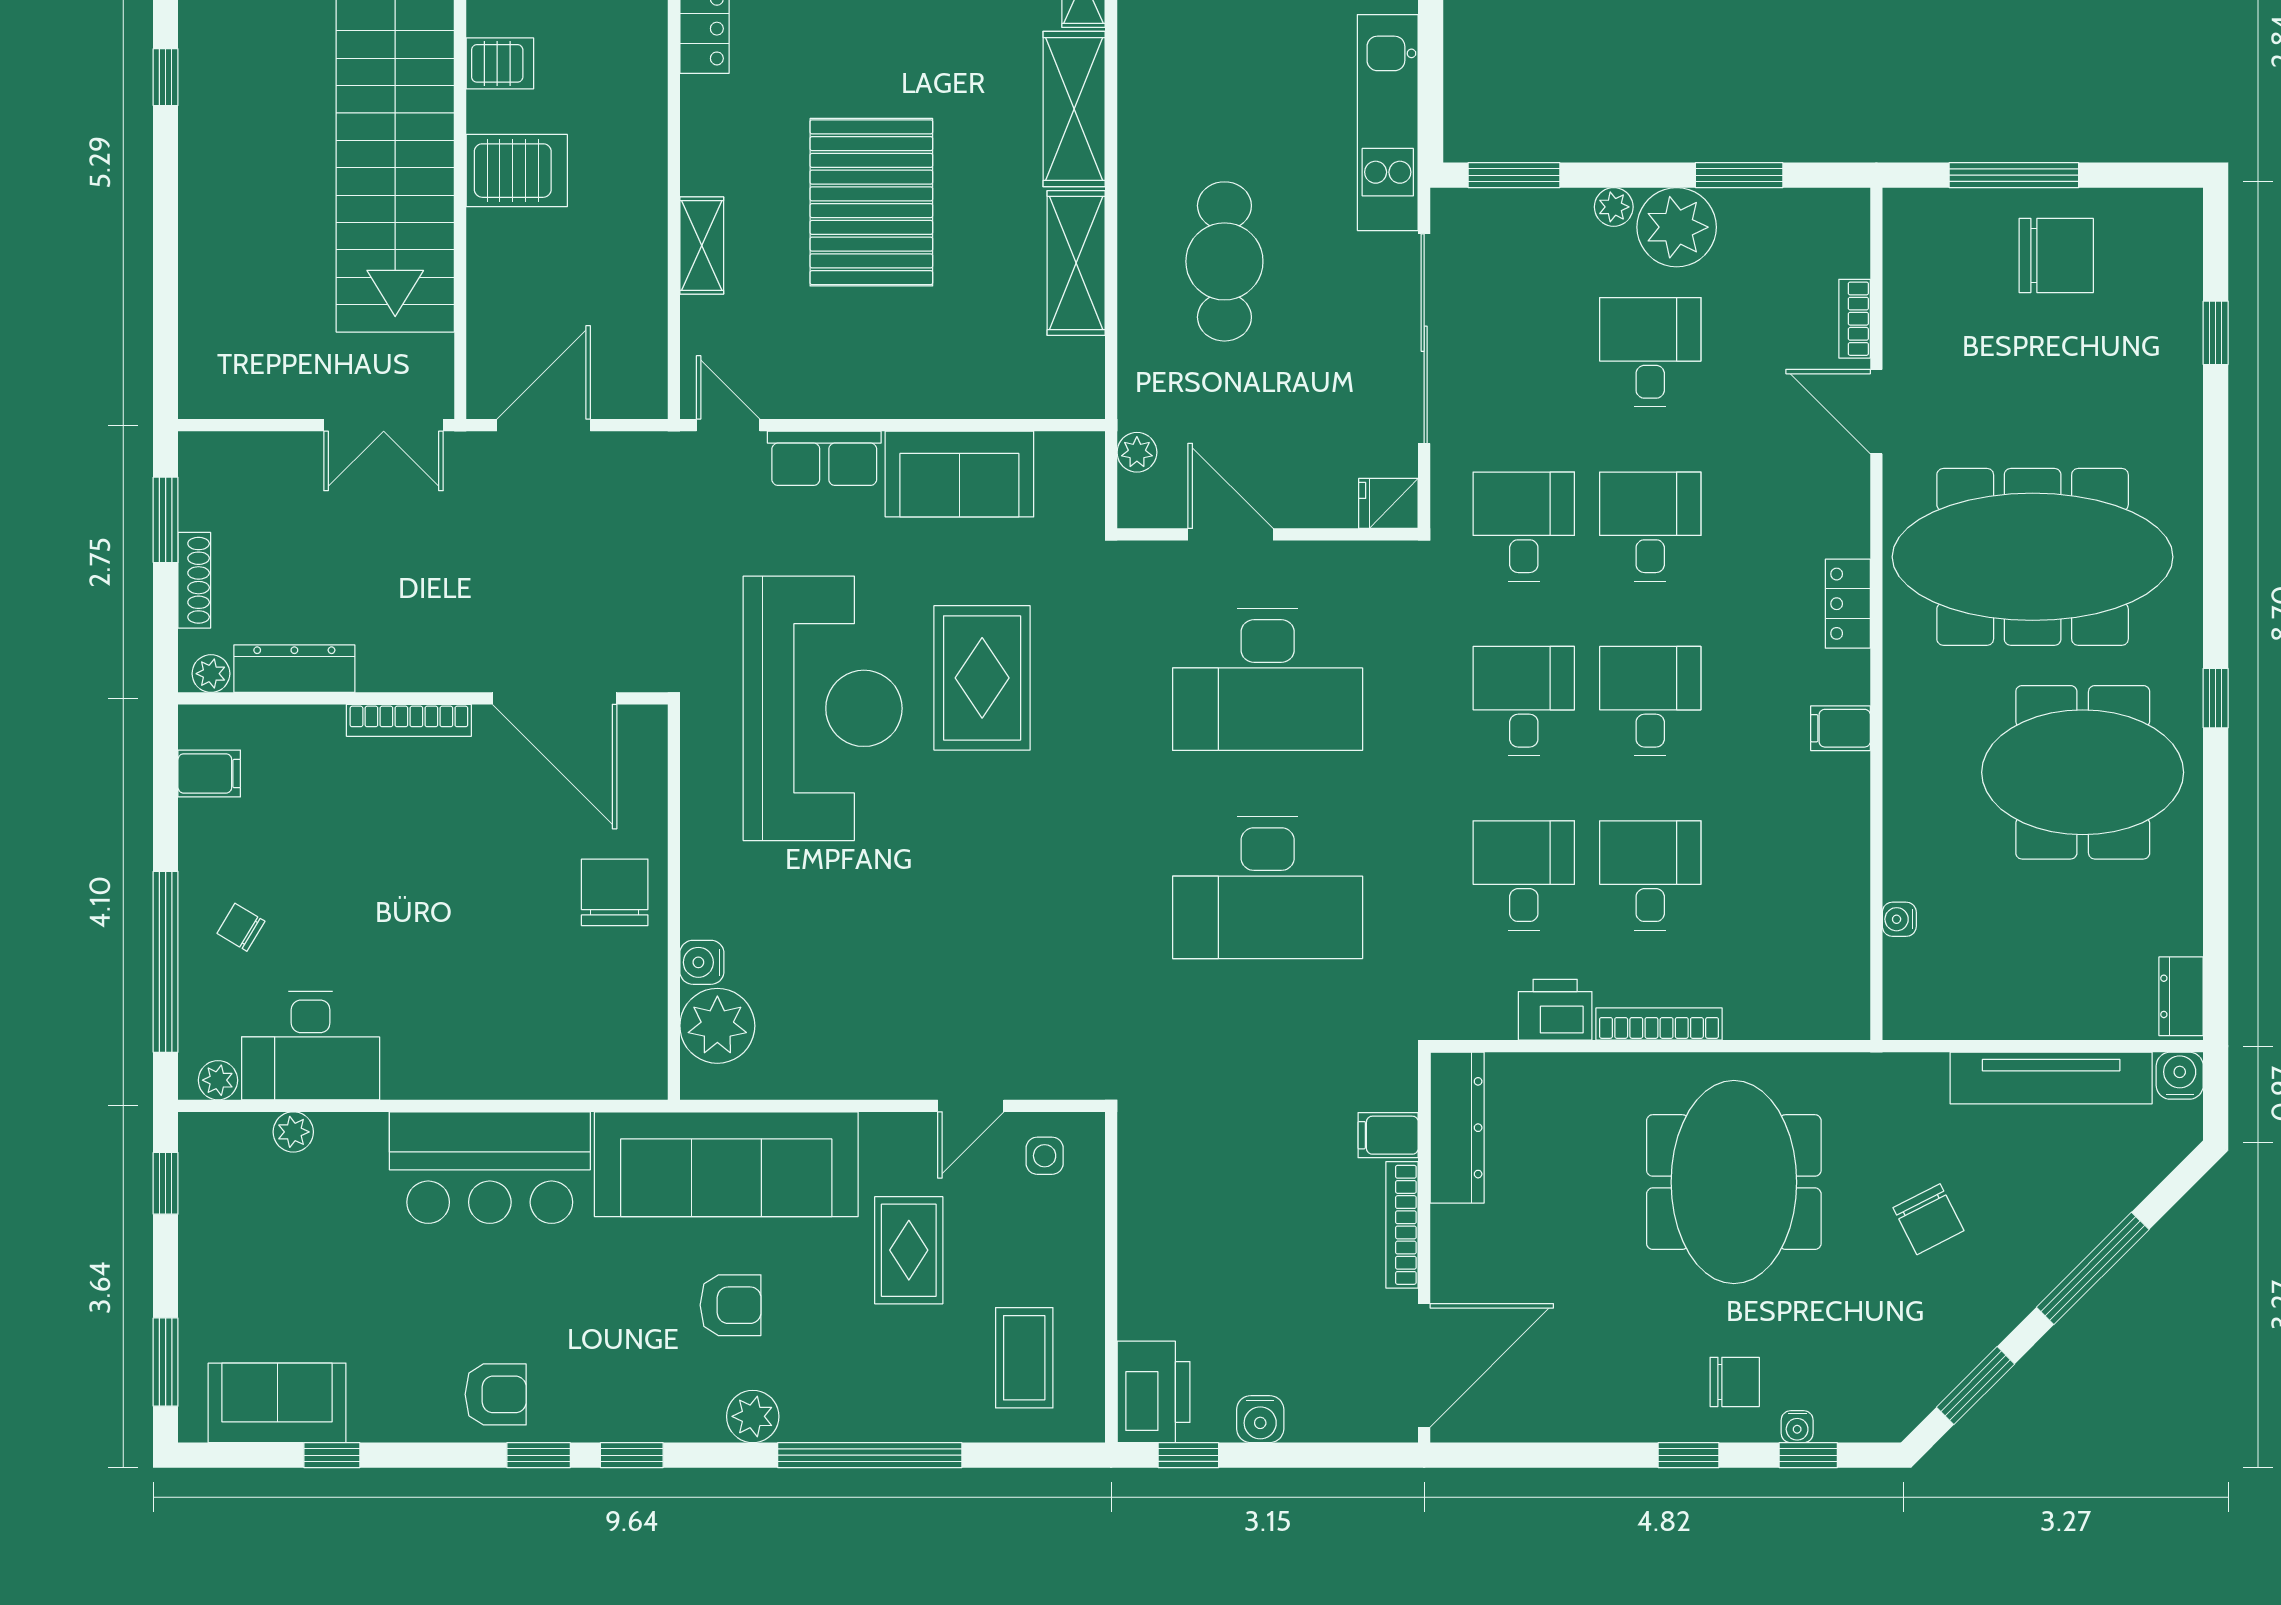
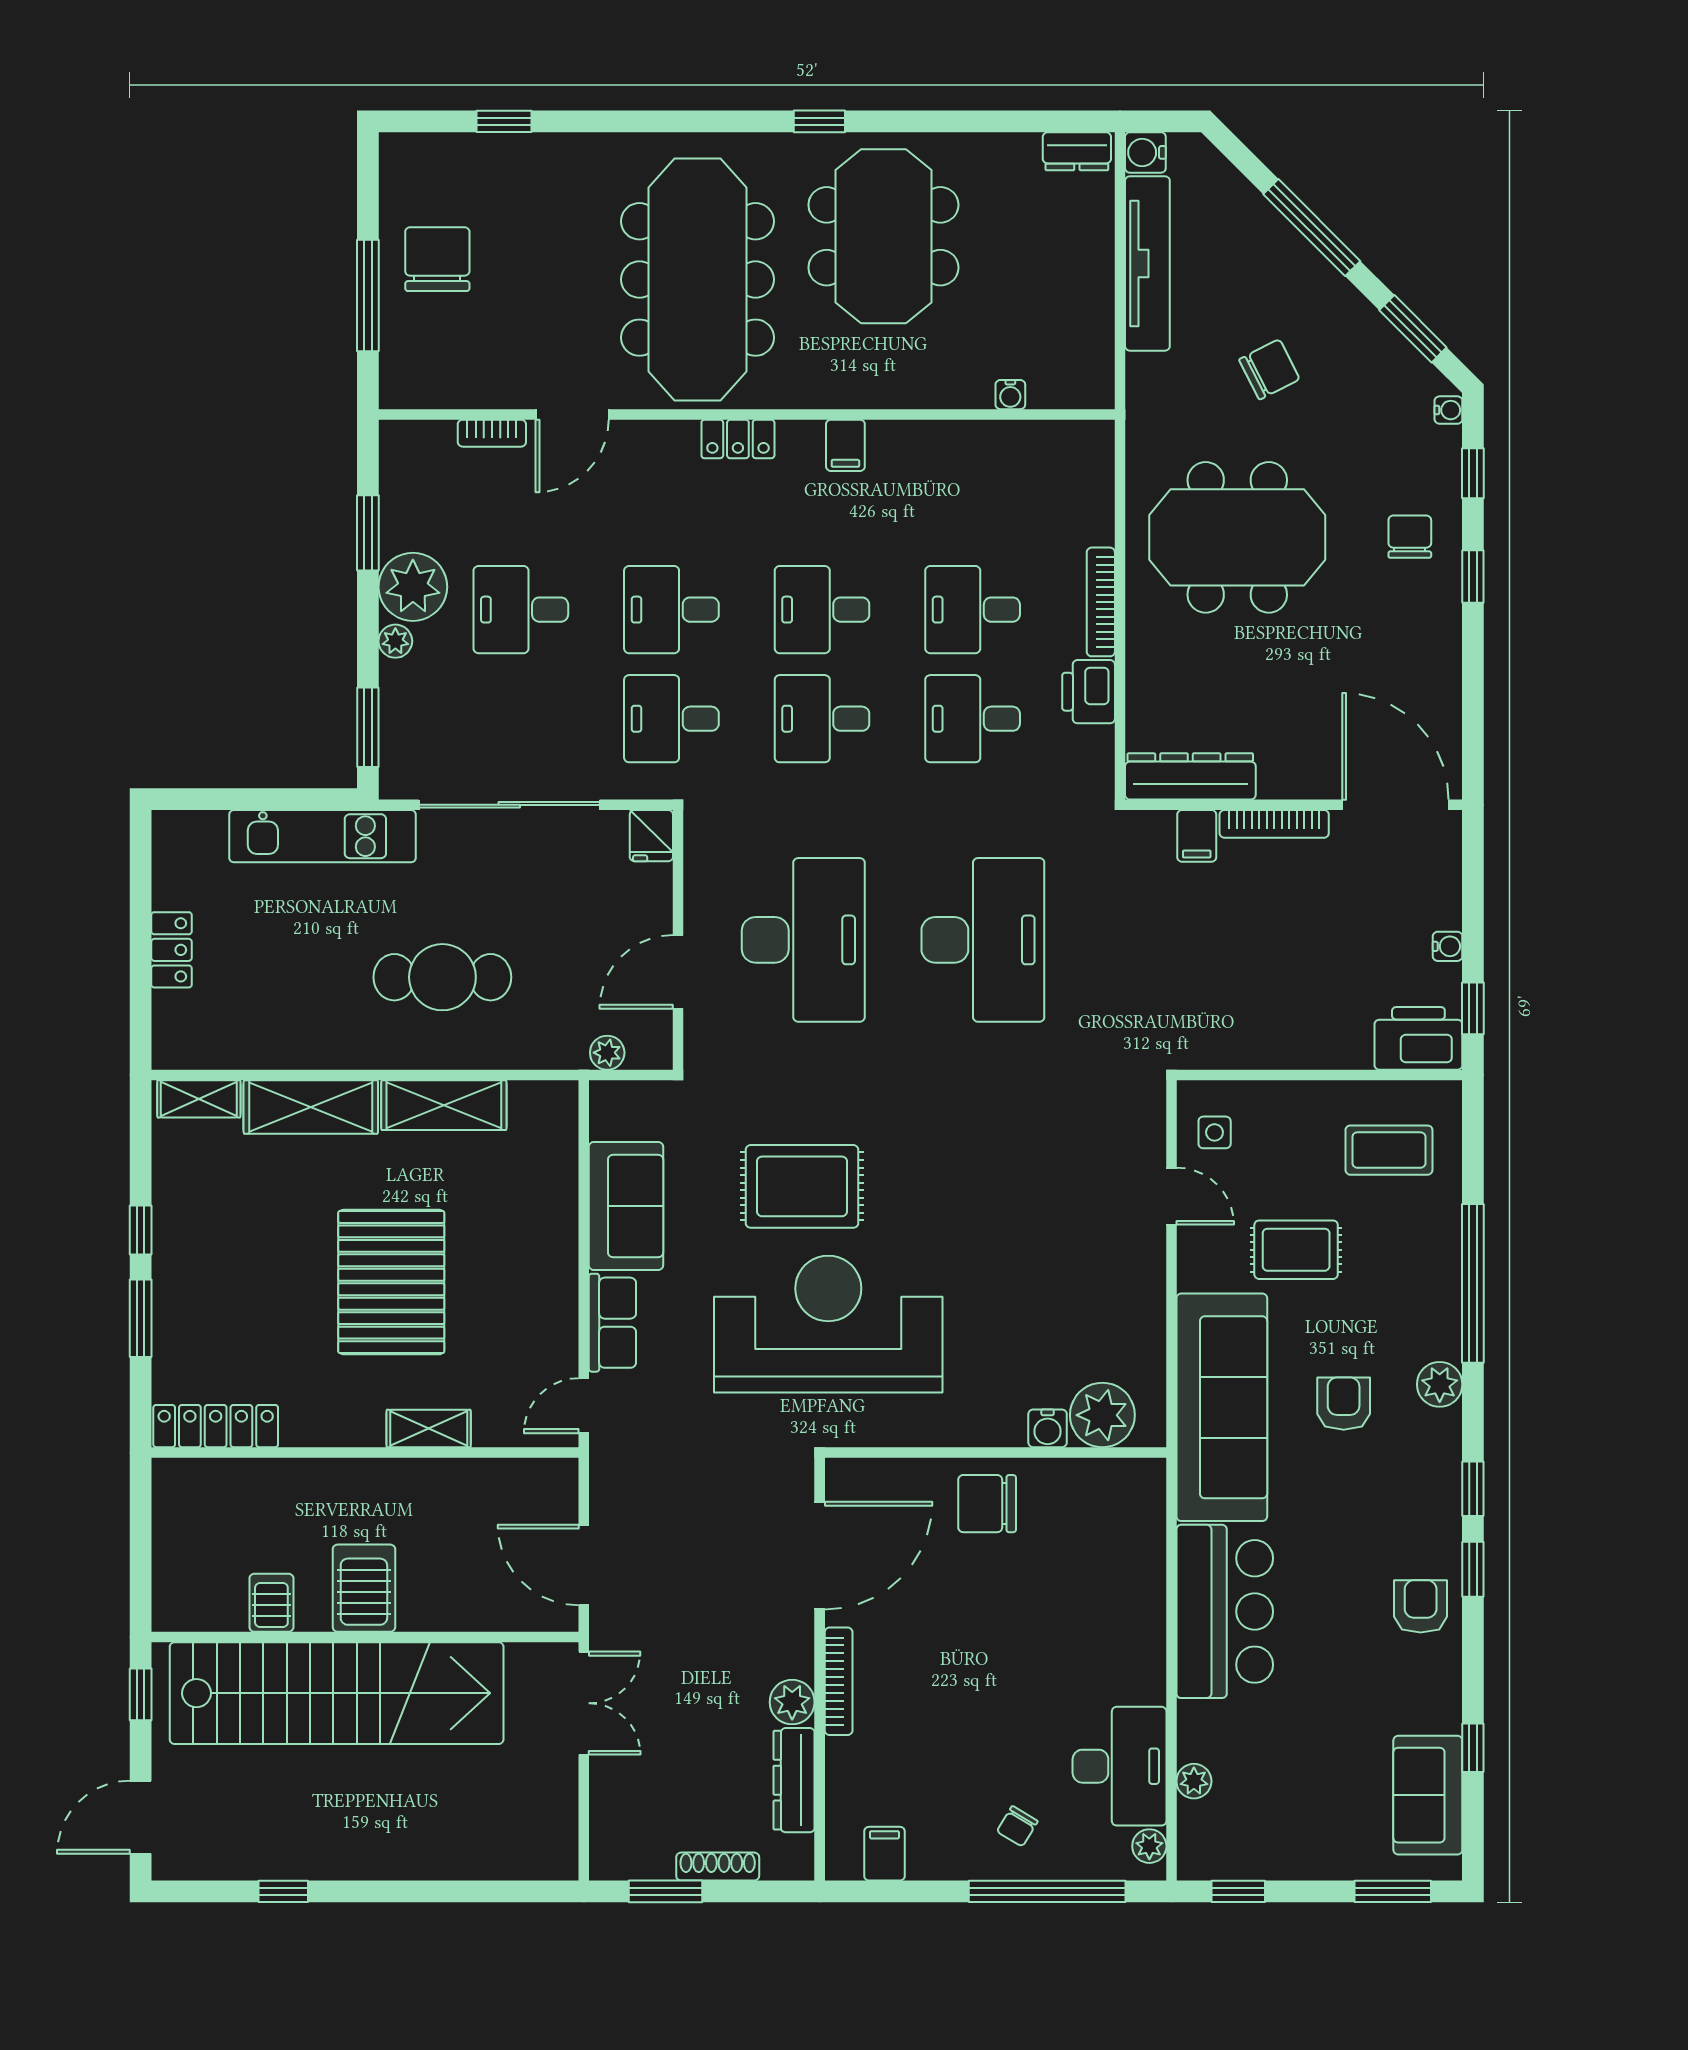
pallet: (871, 202) -> (391, 1282), turned 90
plant: (211, 674) -> (792, 1702), moved, width x1.38, depth x1.38
water cooler: (1260, 1419) -> (1448, 946), width x0.72, depth x0.72
water cooler: (1797, 1427) -> (1448, 410), moved

